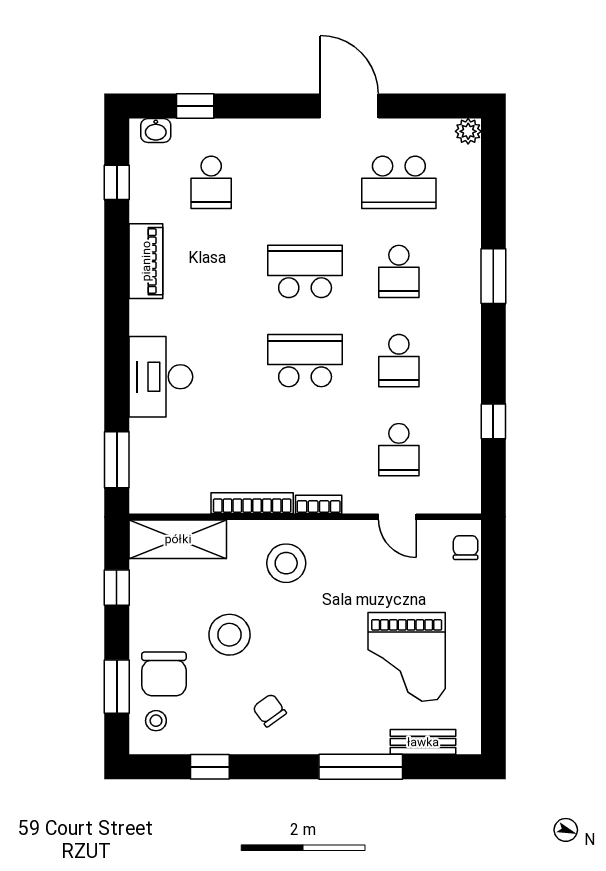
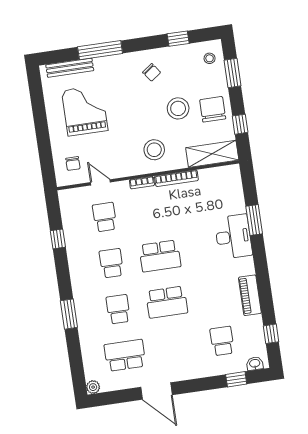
window: (117, 460) -> (254, 220), moved
chair: (466, 548) -> (73, 164), moved
chair: (164, 674) -> (213, 109), moved
bench: (423, 742) -> (70, 68), width x1.36

